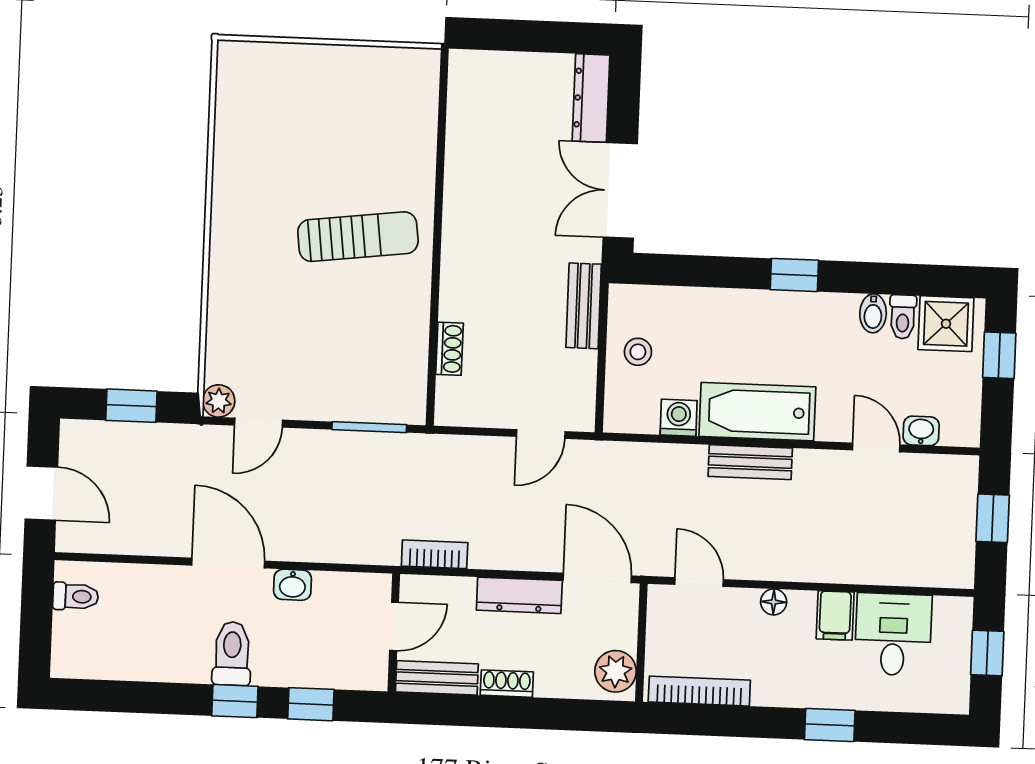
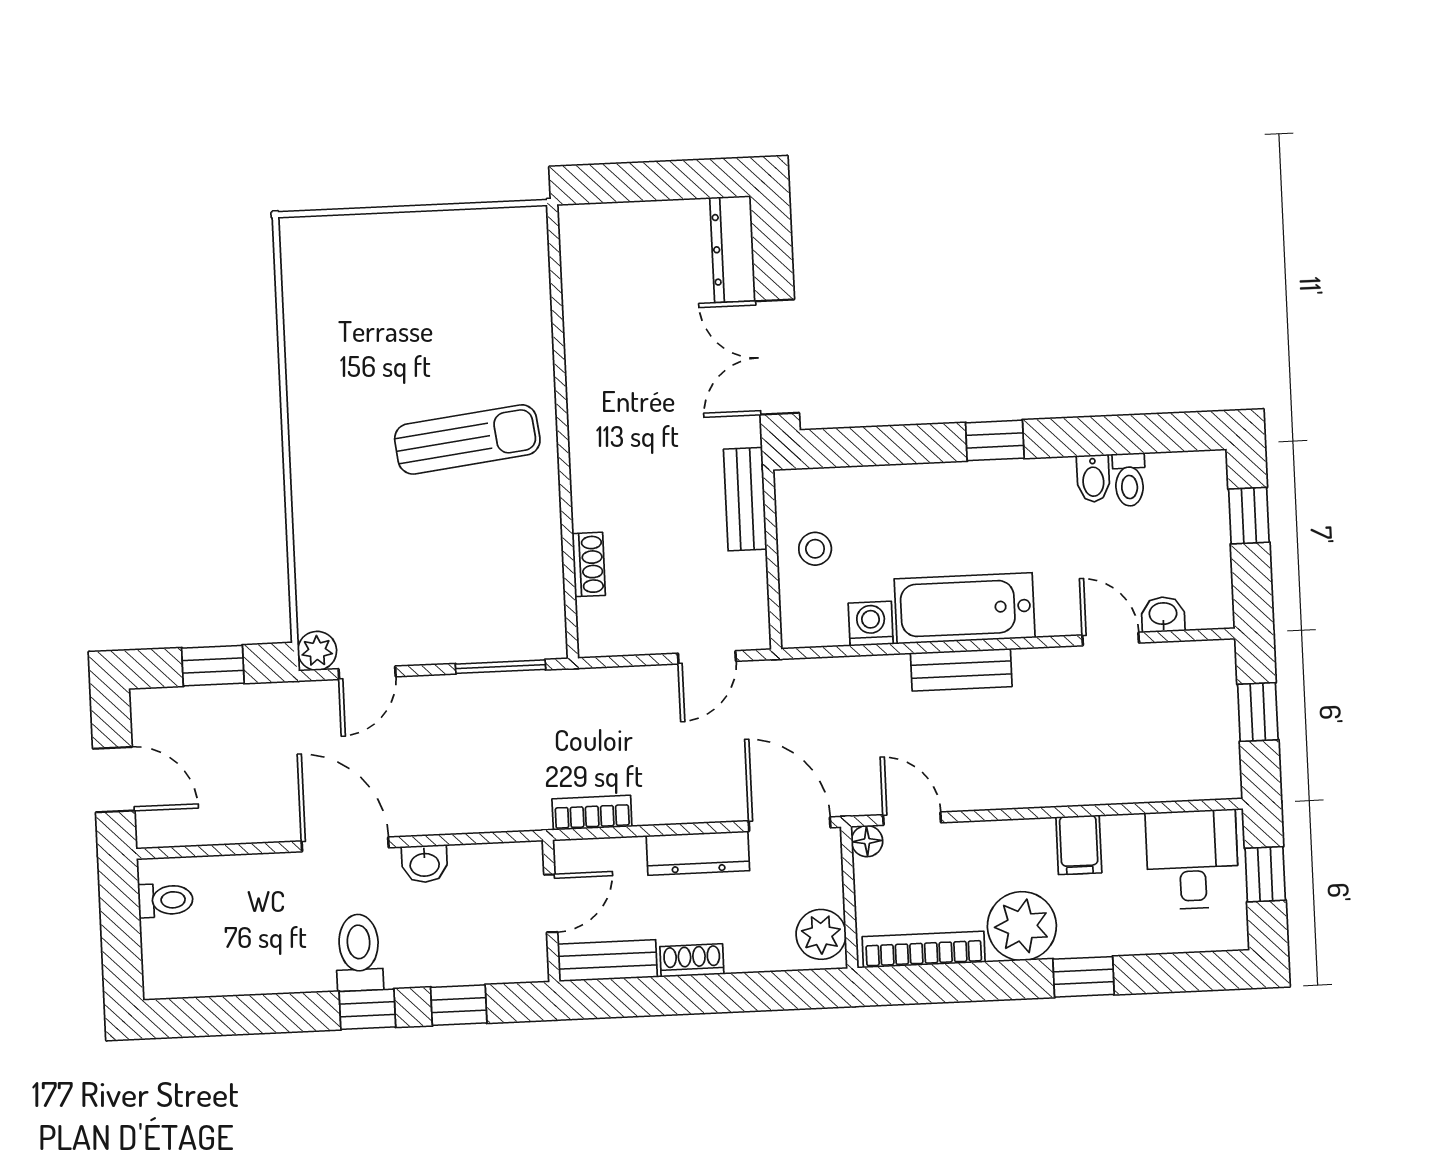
shower: (946, 324) -> (1182, 483), removed
floor lamp: (774, 602) -> (867, 841), moved
desk: (893, 634) -> (1192, 860), moved
plant: (782, 679) -> (1022, 926), added

